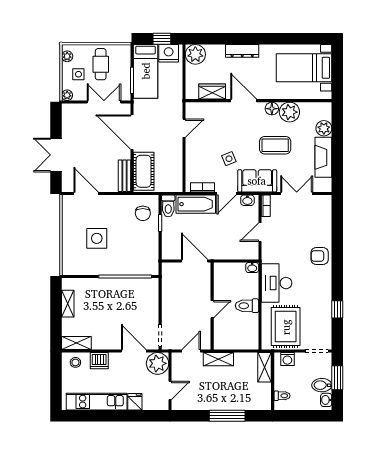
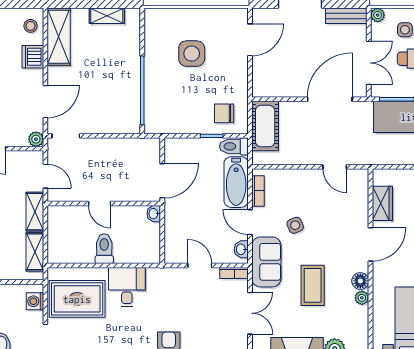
plant: (289, 112) -> (362, 298), width x0.53, depth x0.53
cot: (144, 171) -> (265, 126), moved, turned 90
bench: (125, 176) -> (346, 16), moved
washbasin: (252, 268) -> (154, 214), moved
desk: (277, 283) -> (127, 287), width x0.73
shelving: (76, 343) -> (59, 37), width x1.50, depth x1.33
plant: (158, 363) -> (36, 139), width x0.53, depth x0.53
shelving: (265, 367) -> (35, 252), moved, turned 90

